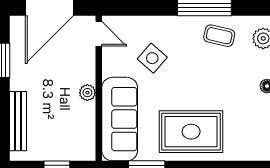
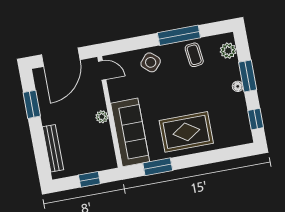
coffee table: (219, 36) -> (194, 55), turned 70
side table: (152, 58) -> (151, 62), moved

